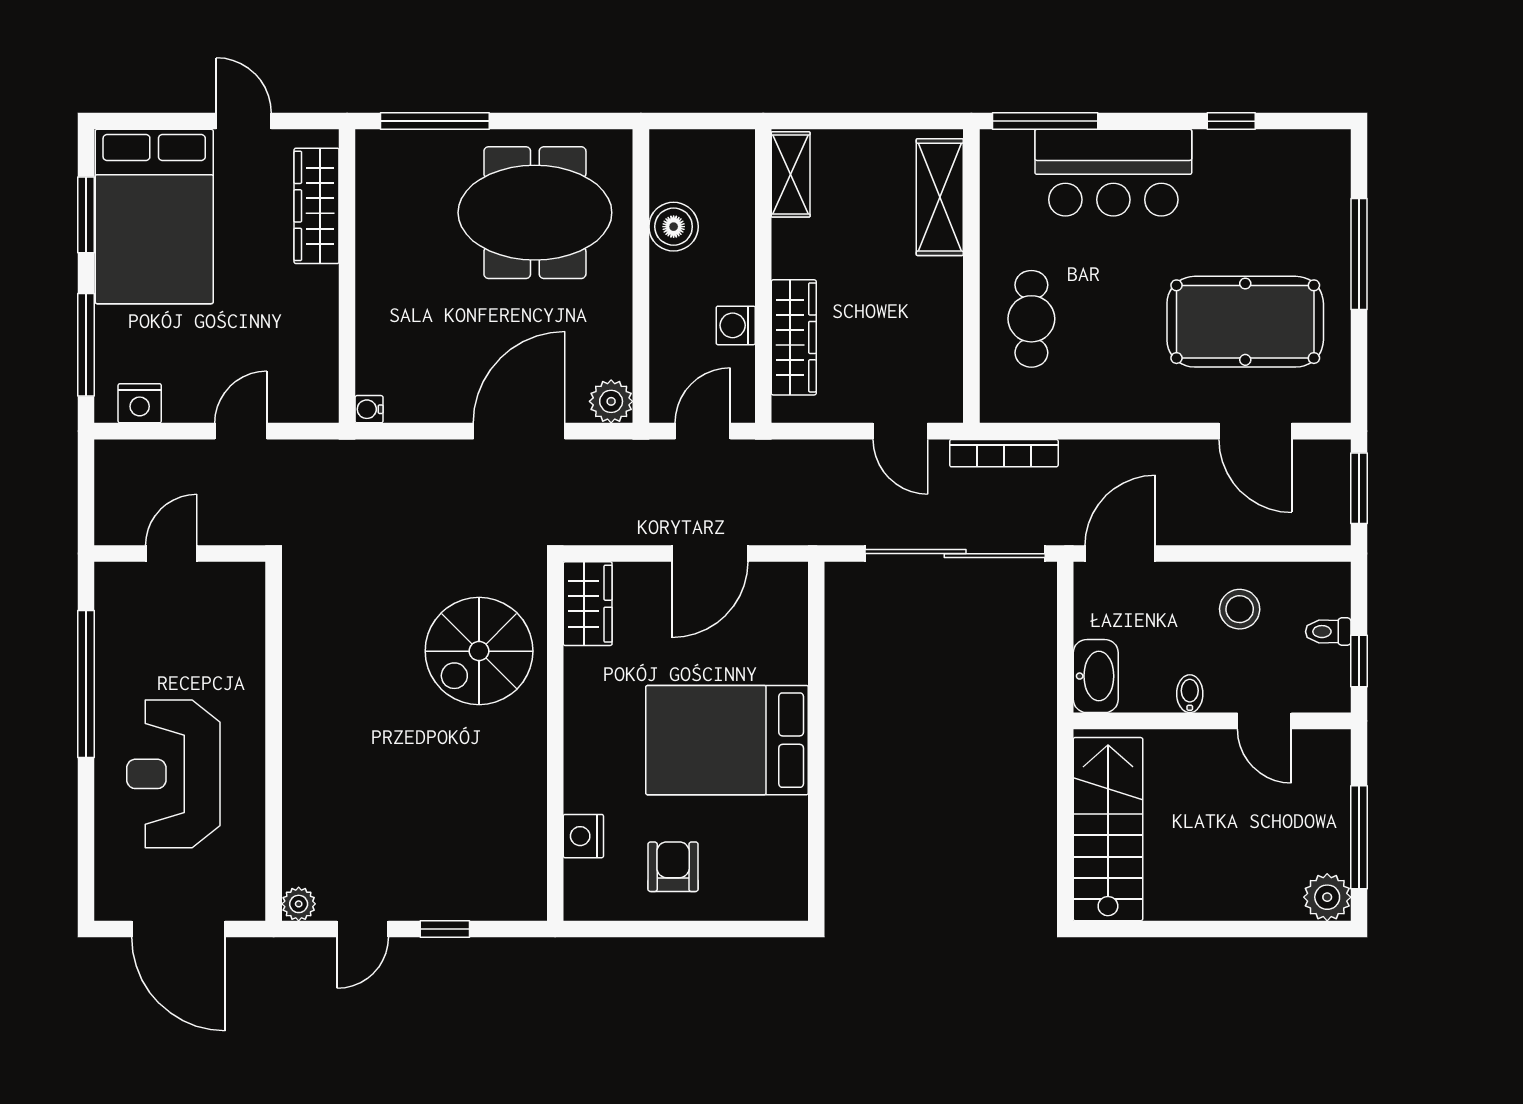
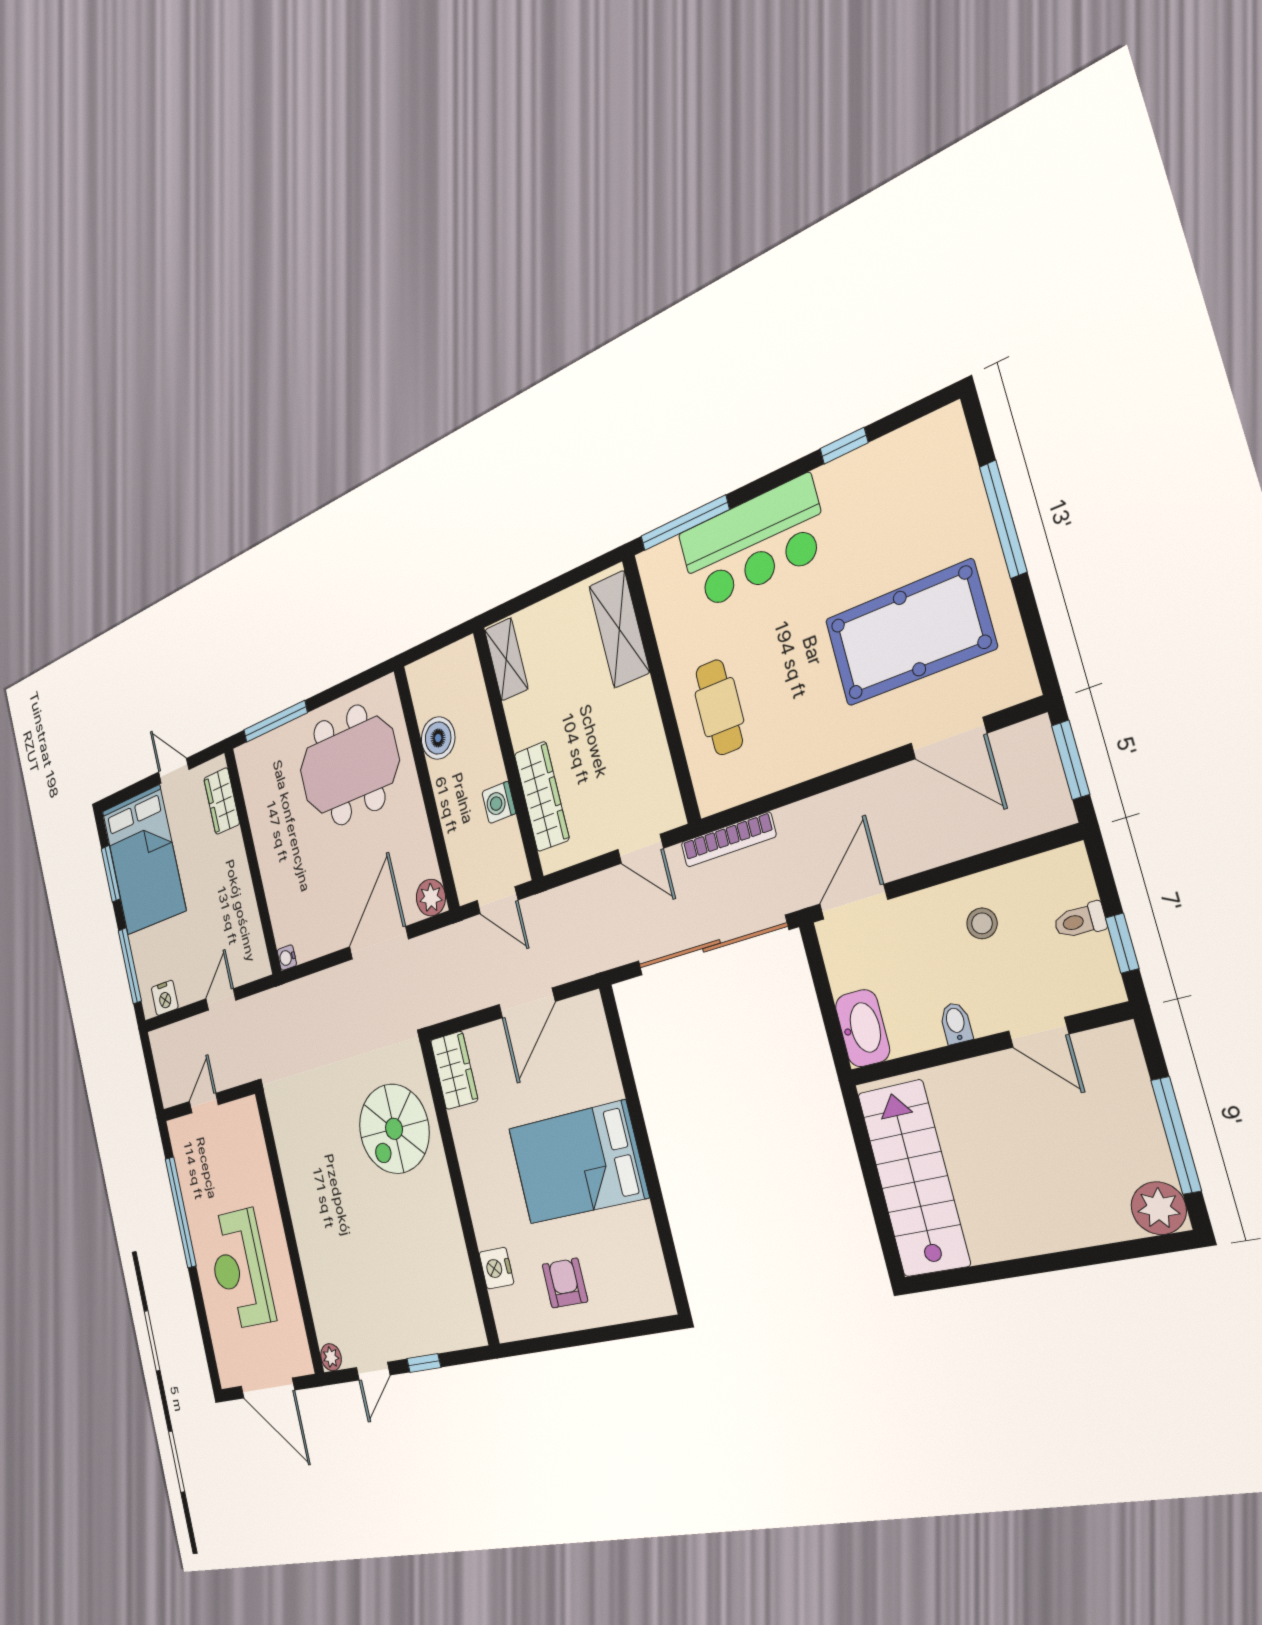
wardrobe: (317, 206) -> (222, 801), width x0.67
door: (703, 431) -> (497, 900), swing flipped
stool: (1240, 609) -> (982, 923), width x0.73, depth x0.73

